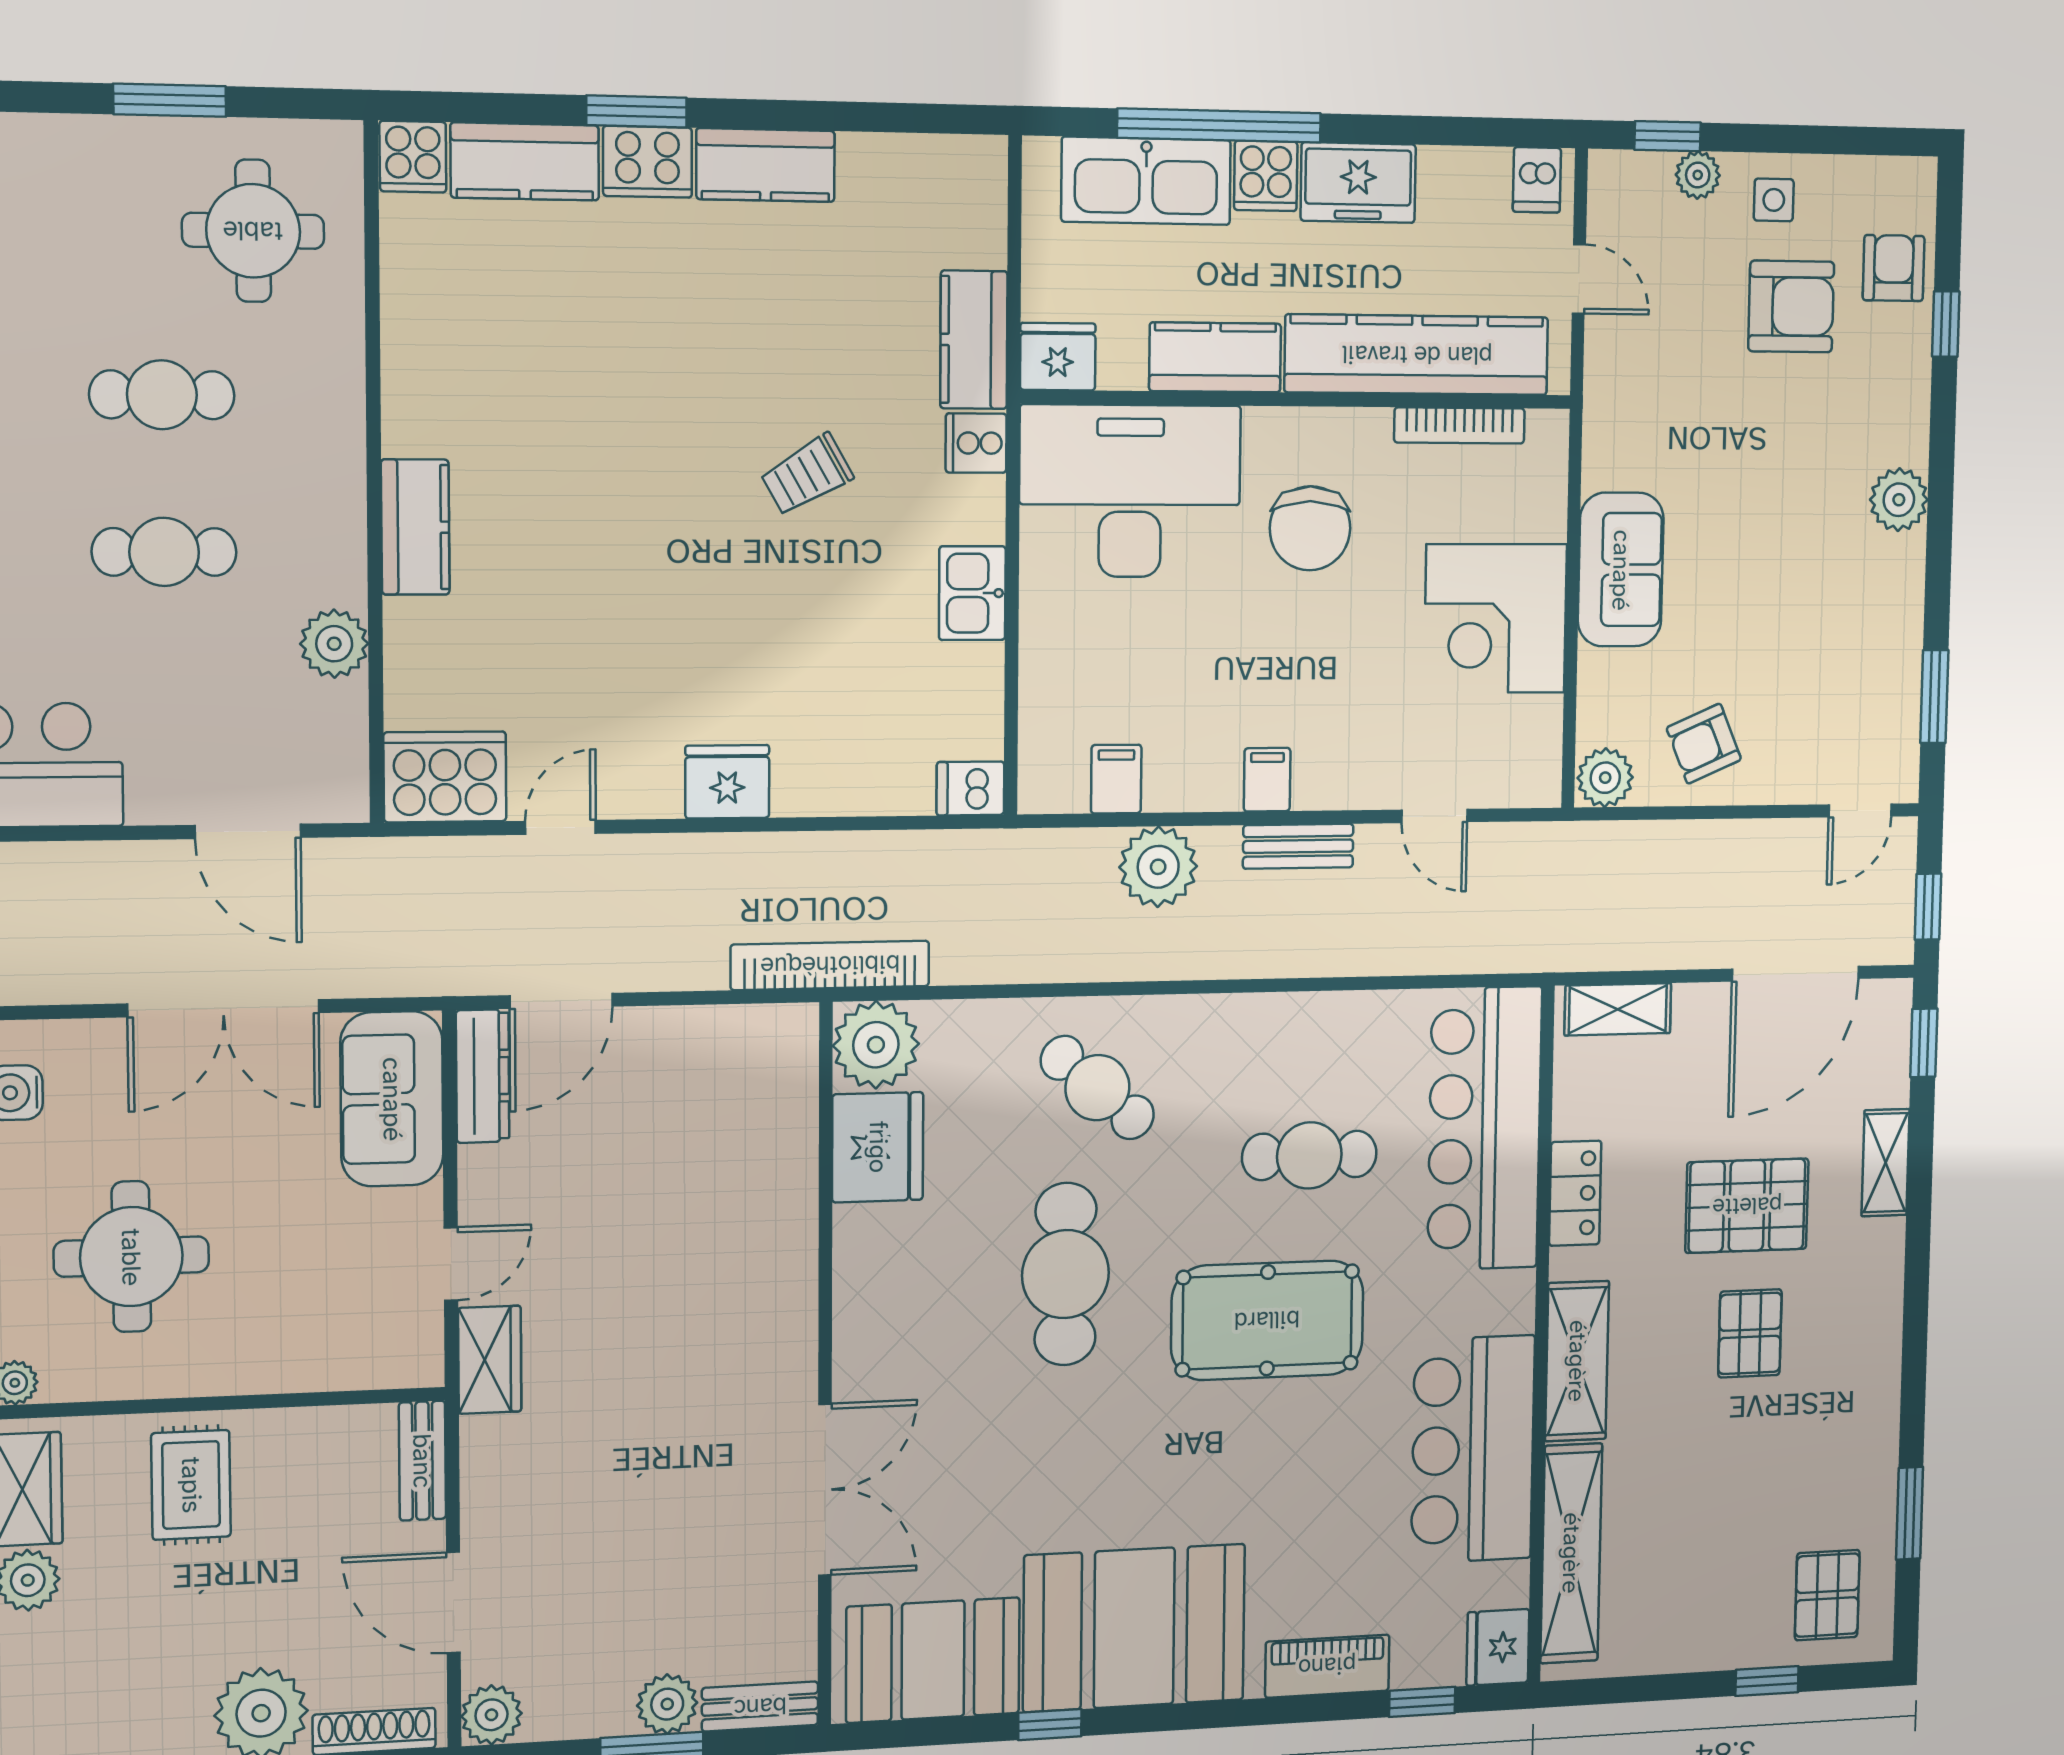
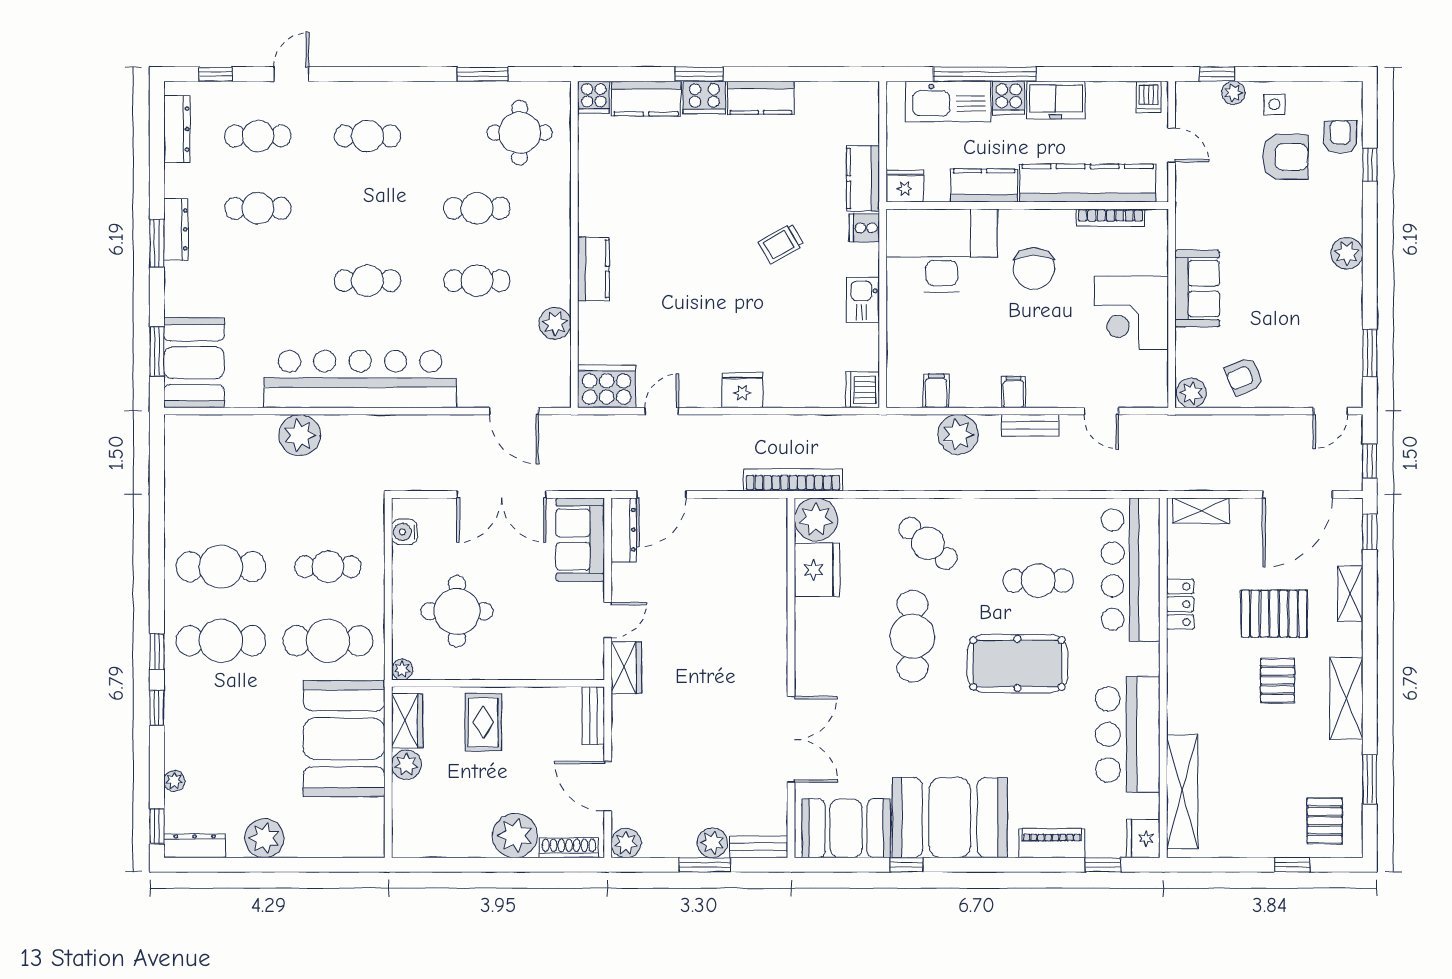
dishwasher: (970, 788) -> (863, 390), width x1.38
shelving: (1577, 1361) -> (1346, 698), moved

